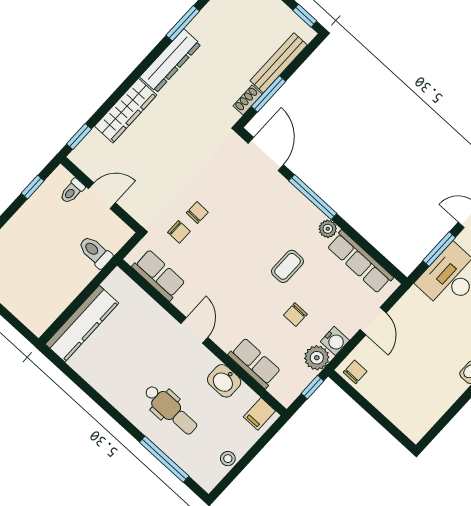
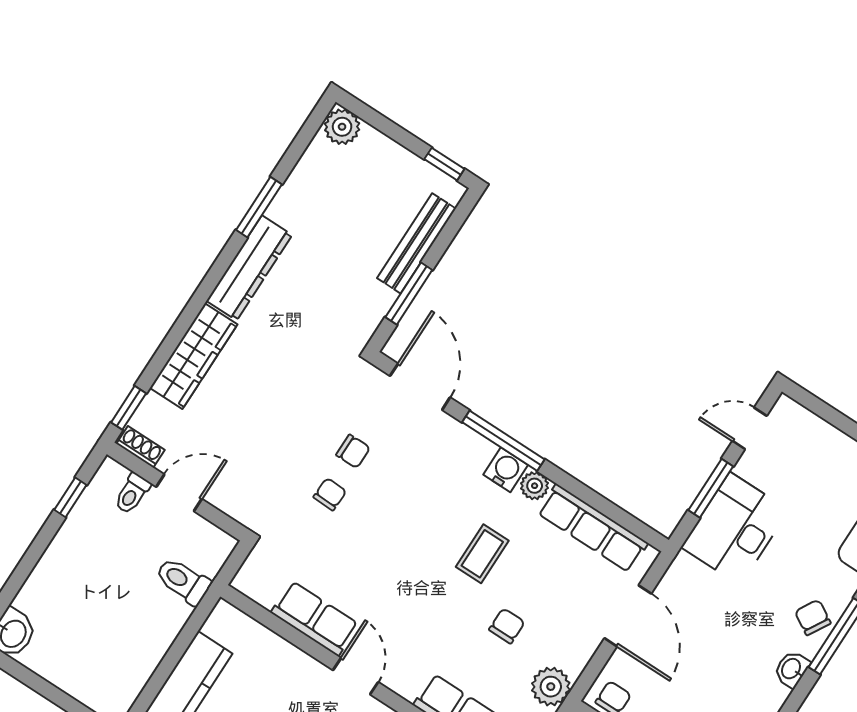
shoe rack: (248, 100) -> (140, 447), moved, turned 90
chair: (179, 232) -> (353, 451), moved
row of seats: (159, 275) -> (315, 618), moved
chair: (295, 315) -> (507, 626), turned 180
door: (373, 321) -> (628, 616), width x1.38
water cooler: (335, 341) -> (506, 470), moved, turned -90

